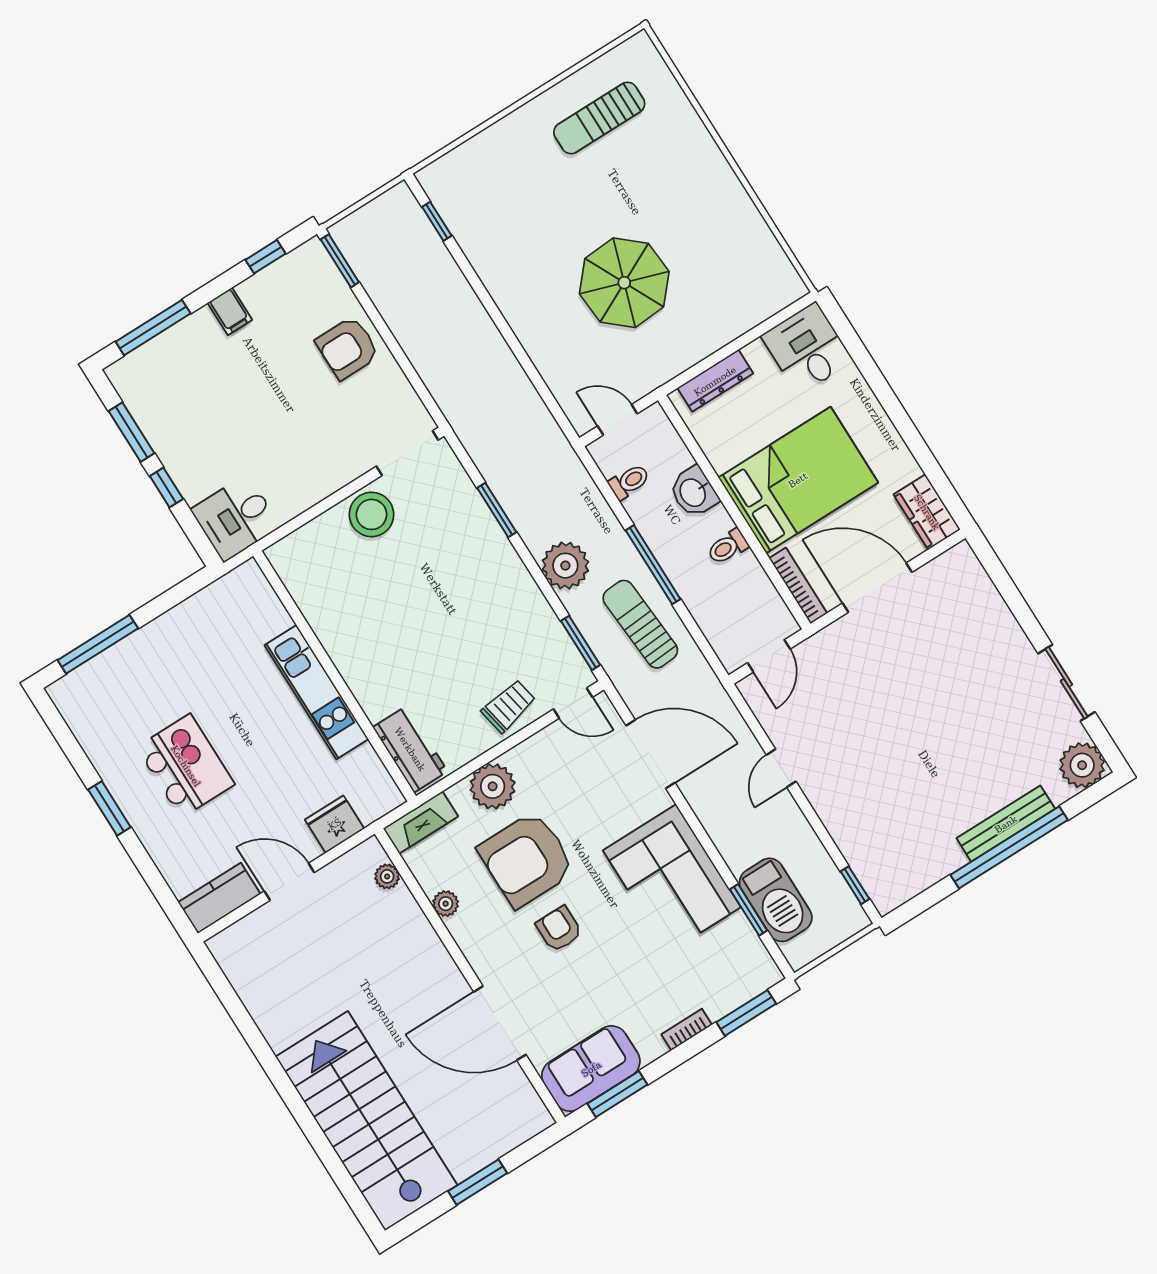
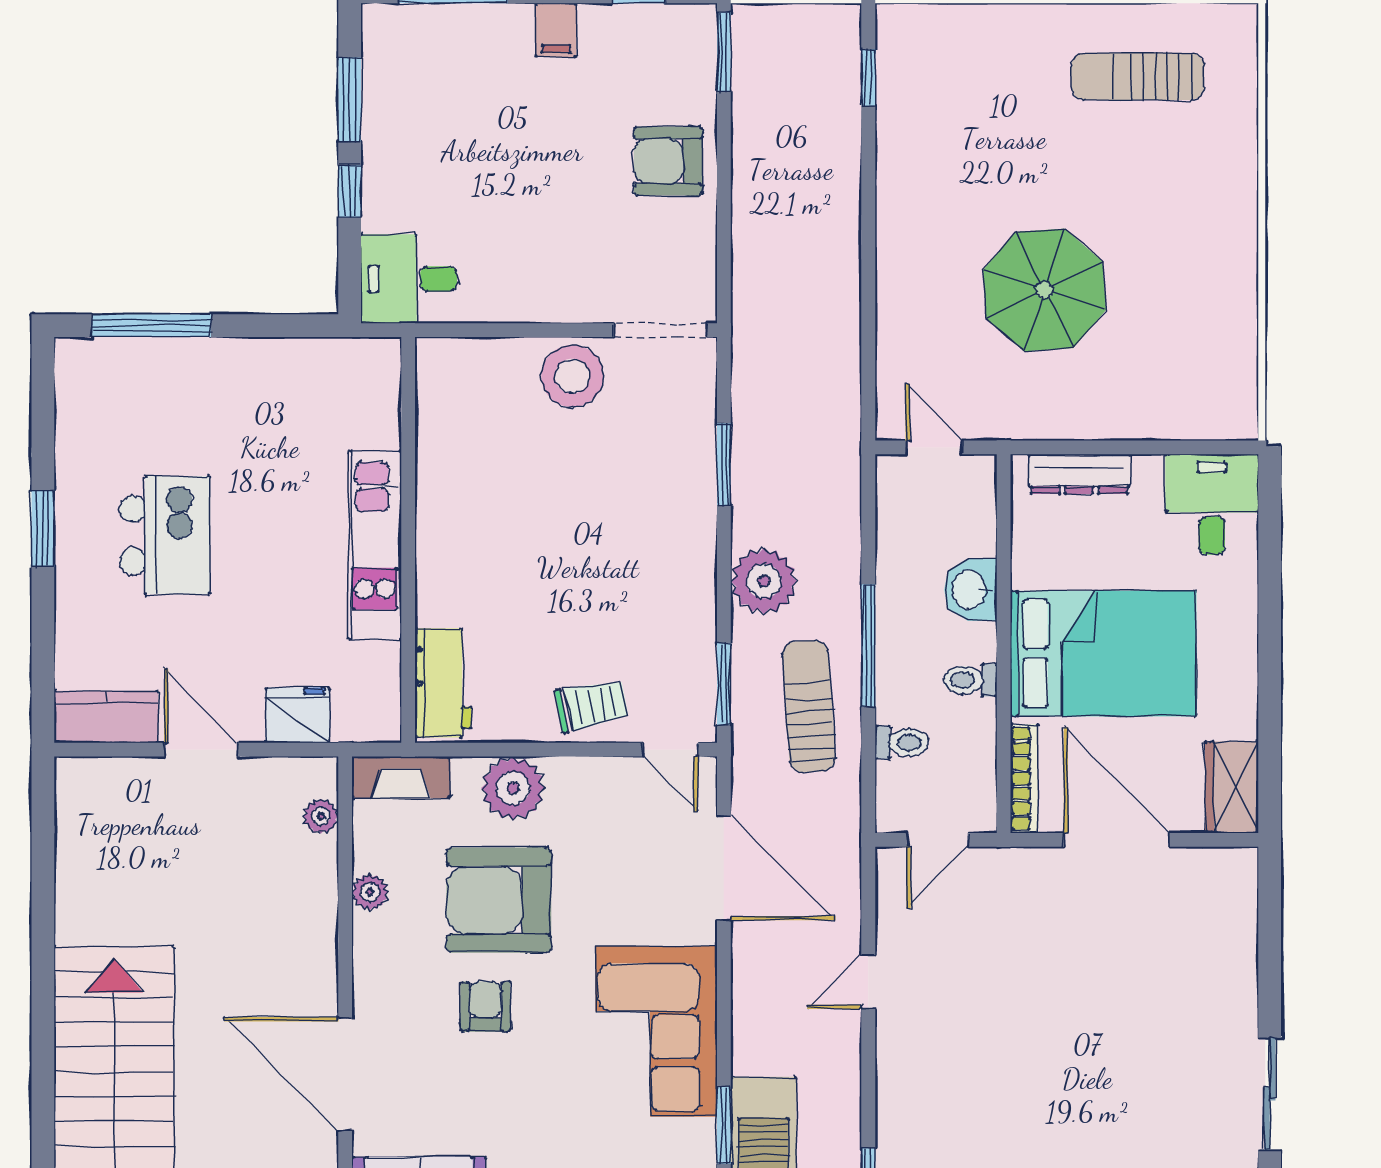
toilet: (629, 482) -> (902, 742), moved

